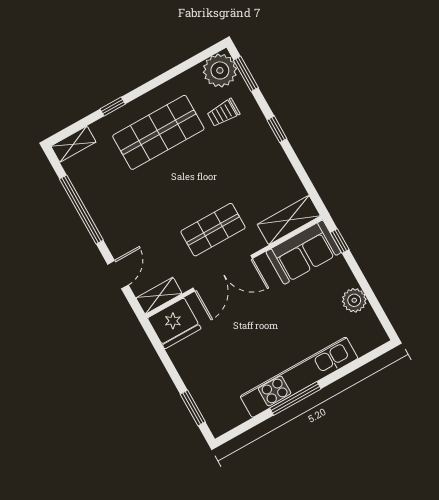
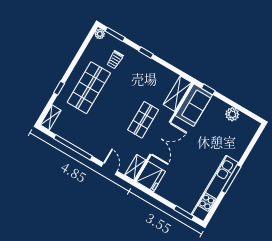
plant: (220, 70) -> (100, 34), width x0.53, depth x0.53
kitchen unit: (299, 377) -> (215, 188), moved

